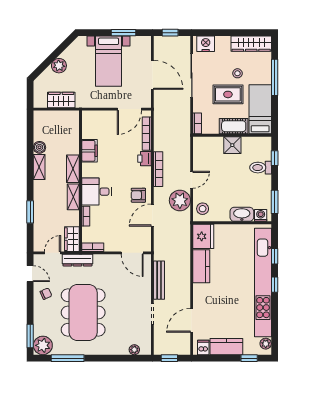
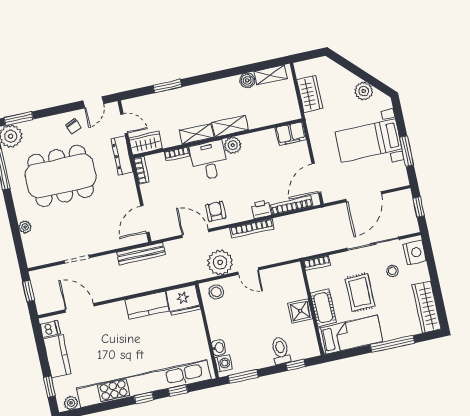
plant: (59, 66) -> (364, 91), moved
stool: (237, 73) -> (392, 271), moved
door: (129, 109) -> (316, 178), hinge flipped
filing cabinet: (89, 151) -> (291, 134), moved
shelving: (39, 167) -> (271, 75), moved
plant: (89, 170) -> (233, 145), added
washbasin: (242, 214) -> (219, 348), width x0.52, depth x0.69
bench: (159, 280) -> (141, 254), moved
plant: (134, 350) -> (25, 227), moved

